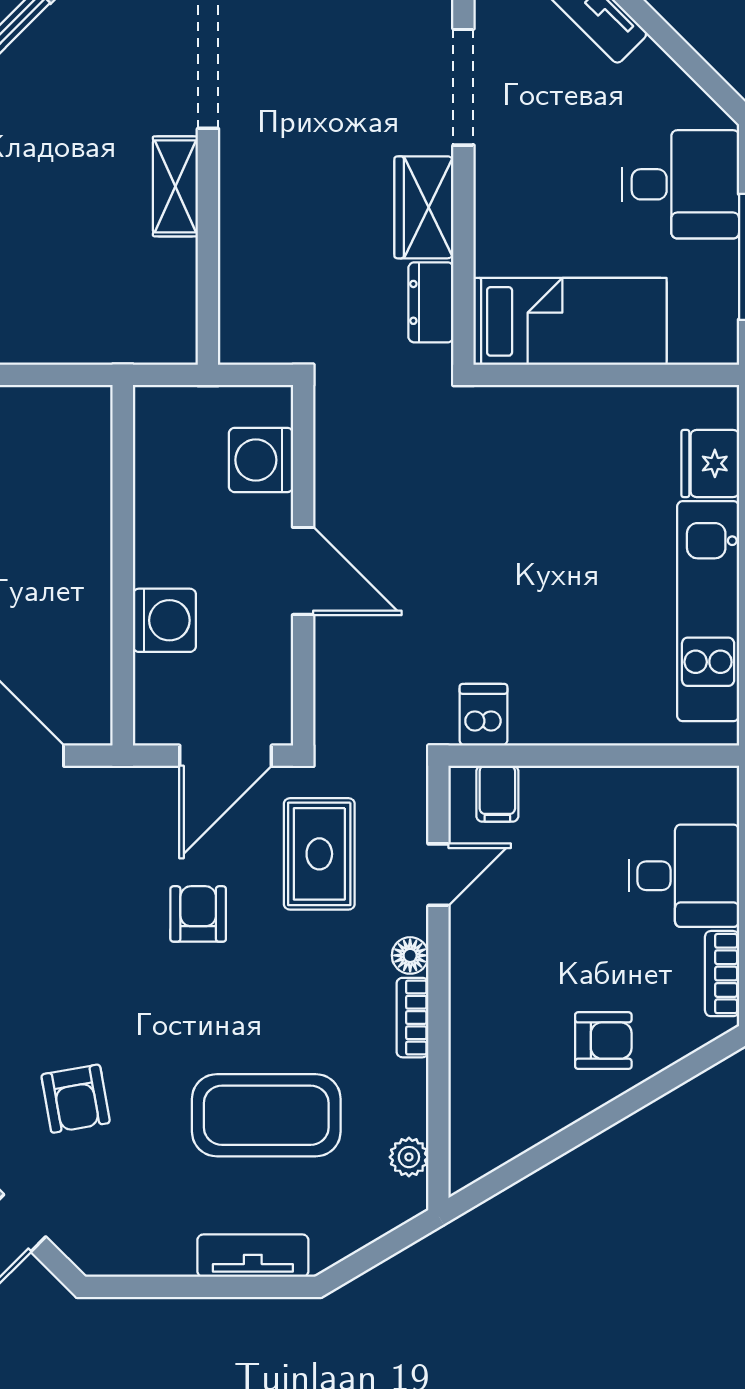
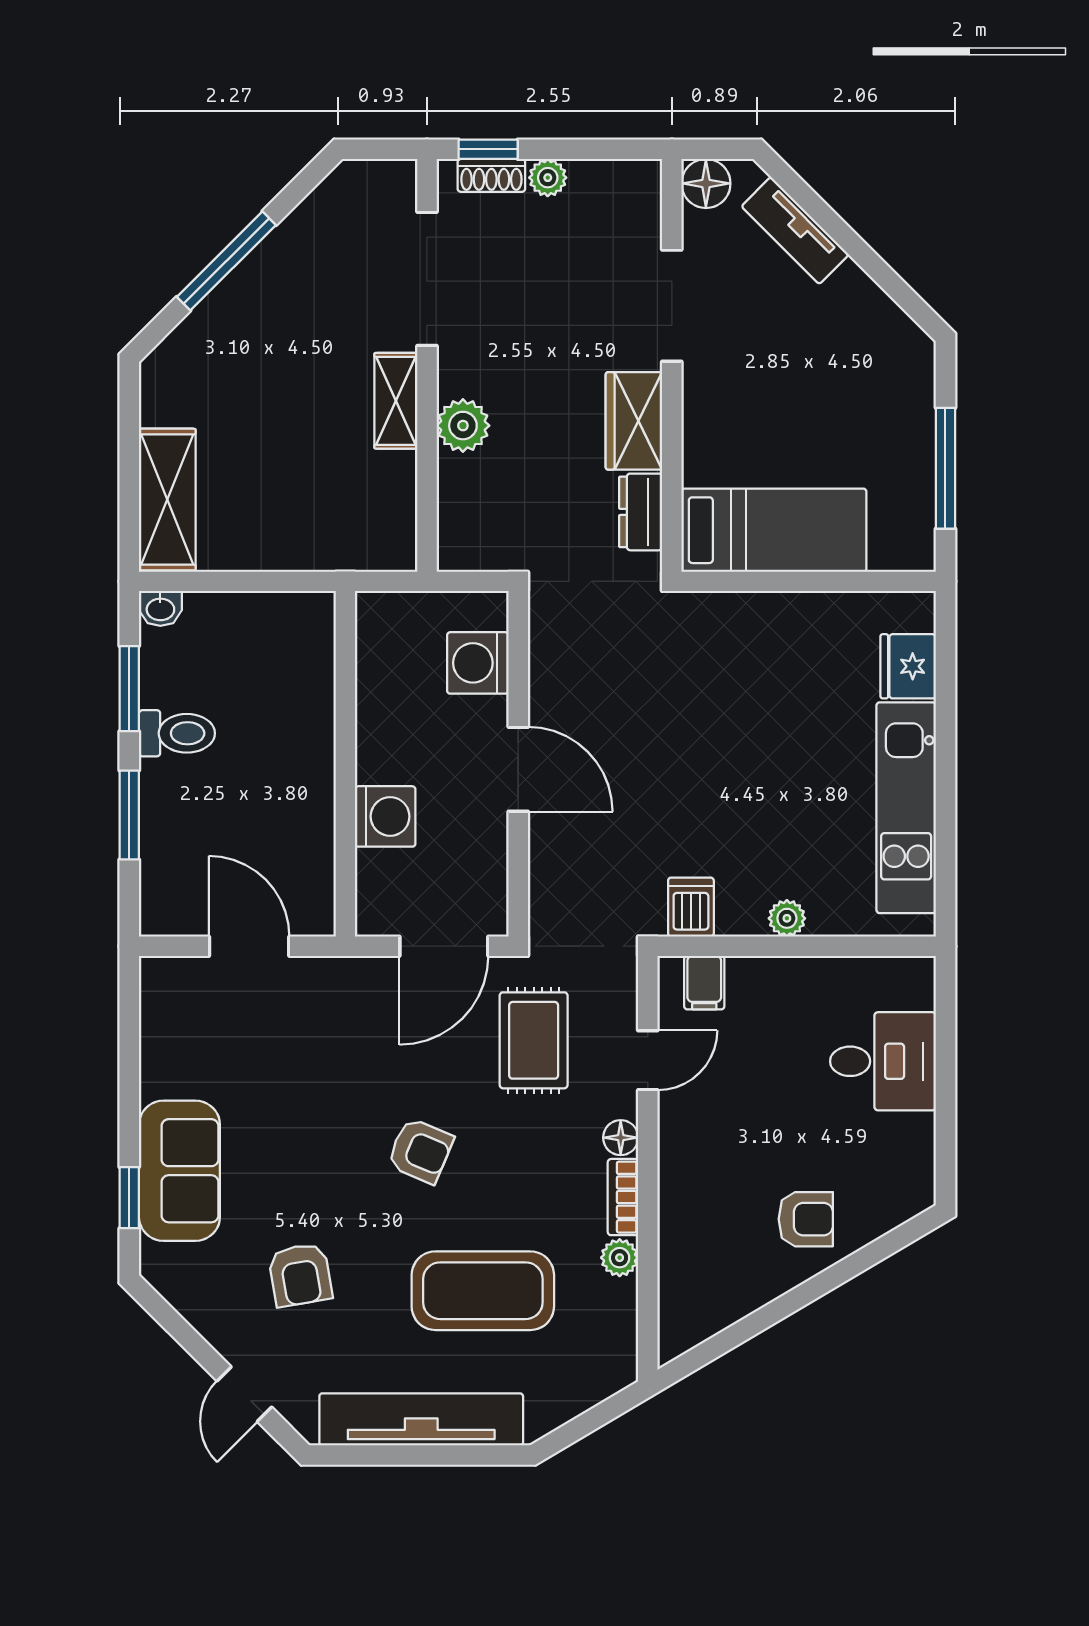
desk: (681, 184) -> (880, 399), removed
plant: (246, 212) -> (463, 426), added
plant: (584, 727) -> (787, 918), added
armchair: (198, 914) -> (420, 1151), moved, turned 113
bookcase: (722, 974) -> (919, 1155), removed
plant: (409, 1157) -> (620, 1258), moved
tv unit: (253, 1256) -> (421, 1419), width x1.92, depth x1.29

